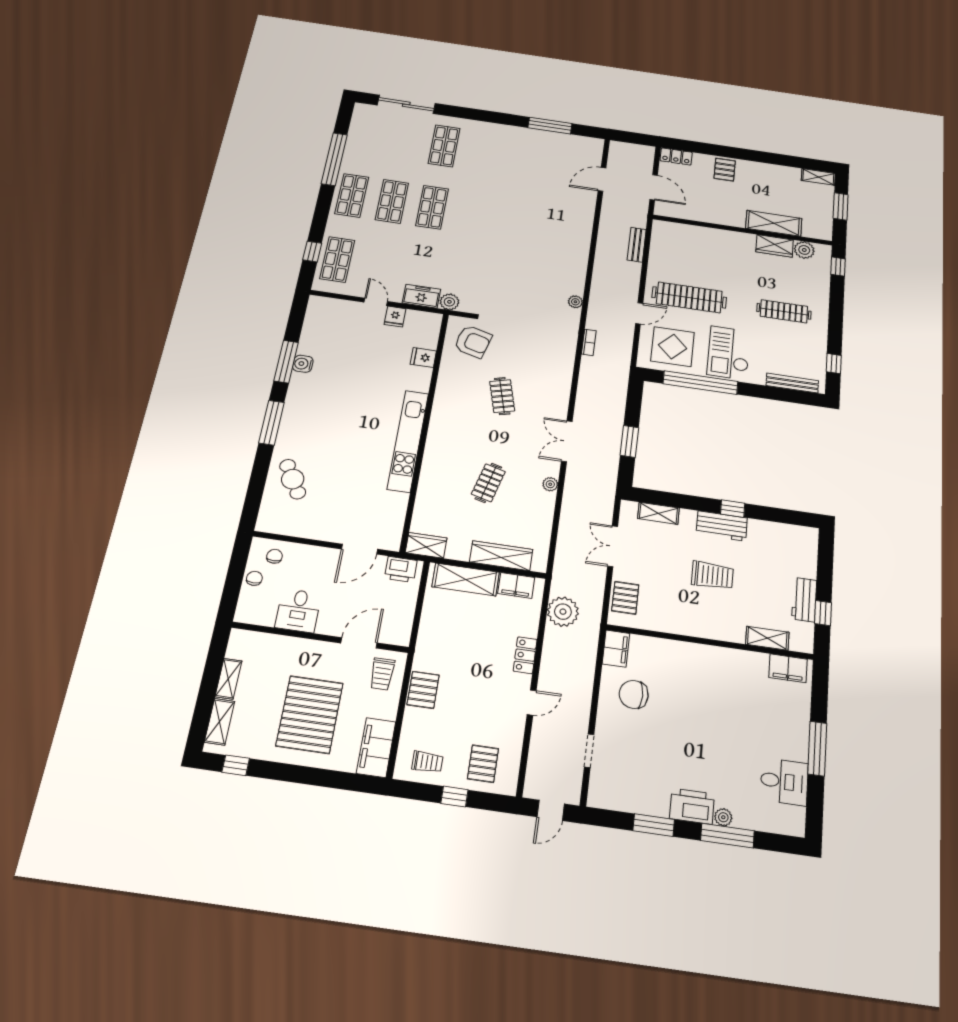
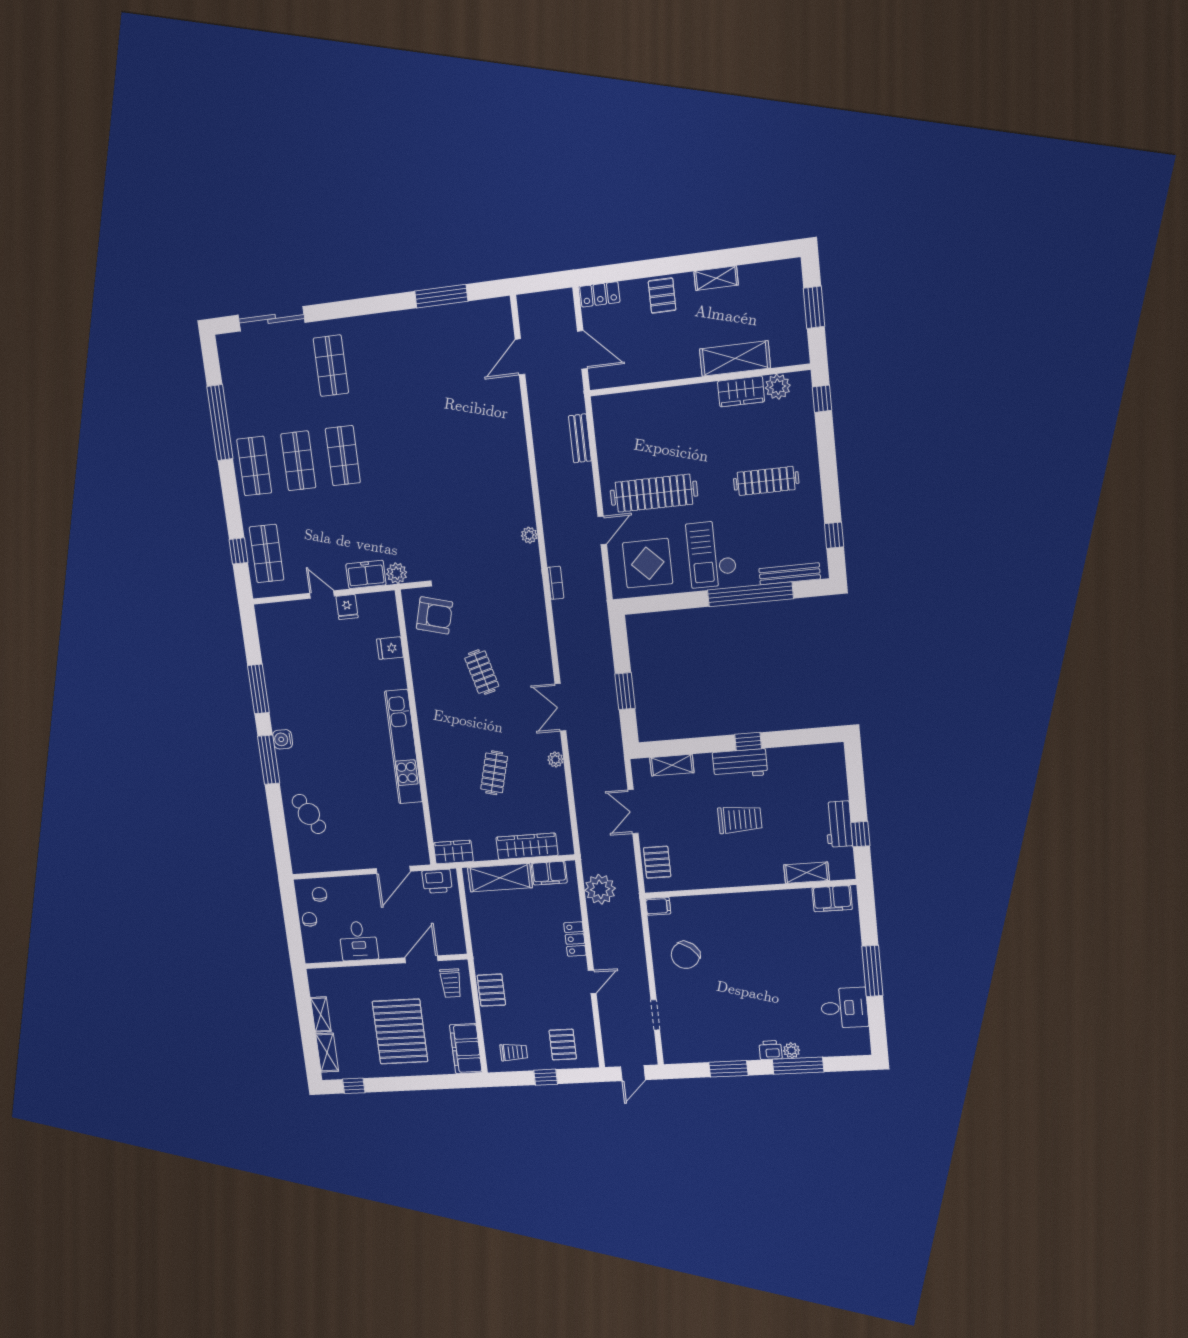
shelving: (818, 177) -> (716, 278), moved
water cooler: (303, 364) -> (283, 739), moved
window: (700, 383) -> (750, 594), moved
filing cabinet: (616, 649) -> (658, 906), width x0.50
chair: (634, 694) -> (685, 955), turned -51
printer: (692, 806) -> (770, 1050), width x0.53, depth x0.68

